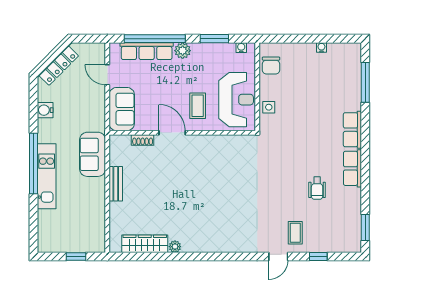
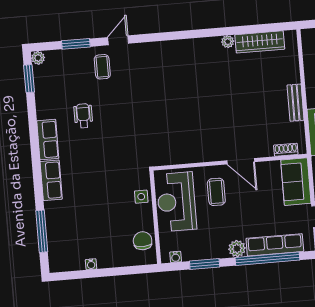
shoe rack: (143, 140) -> (286, 150), moved
plant: (355, 246) -> (38, 58), added
window: (318, 256) -> (76, 44), width x1.50

